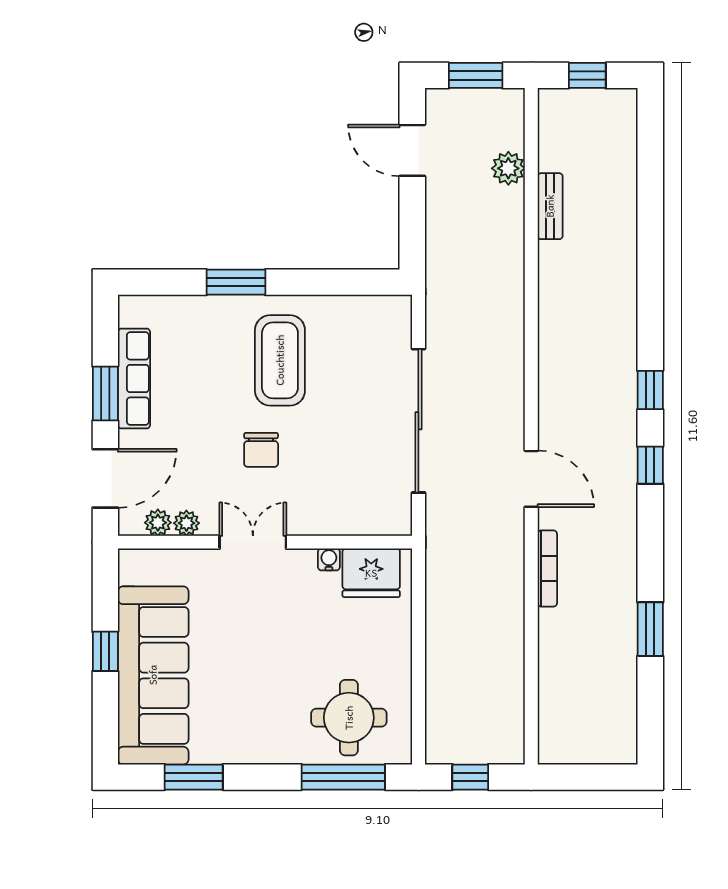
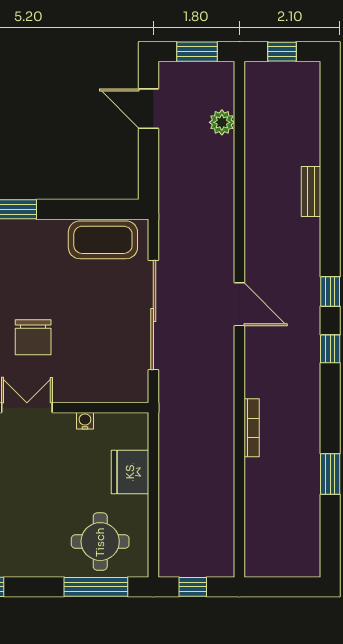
bench: (550, 206) -> (311, 192), moved
coffee table: (280, 360) -> (103, 240), moved, turned 90
chair: (261, 450) -> (33, 337), width x1.37, depth x1.37
door: (531, 479) -> (239, 304), moved
fridge: (371, 573) -> (130, 472), moved, turned 90

